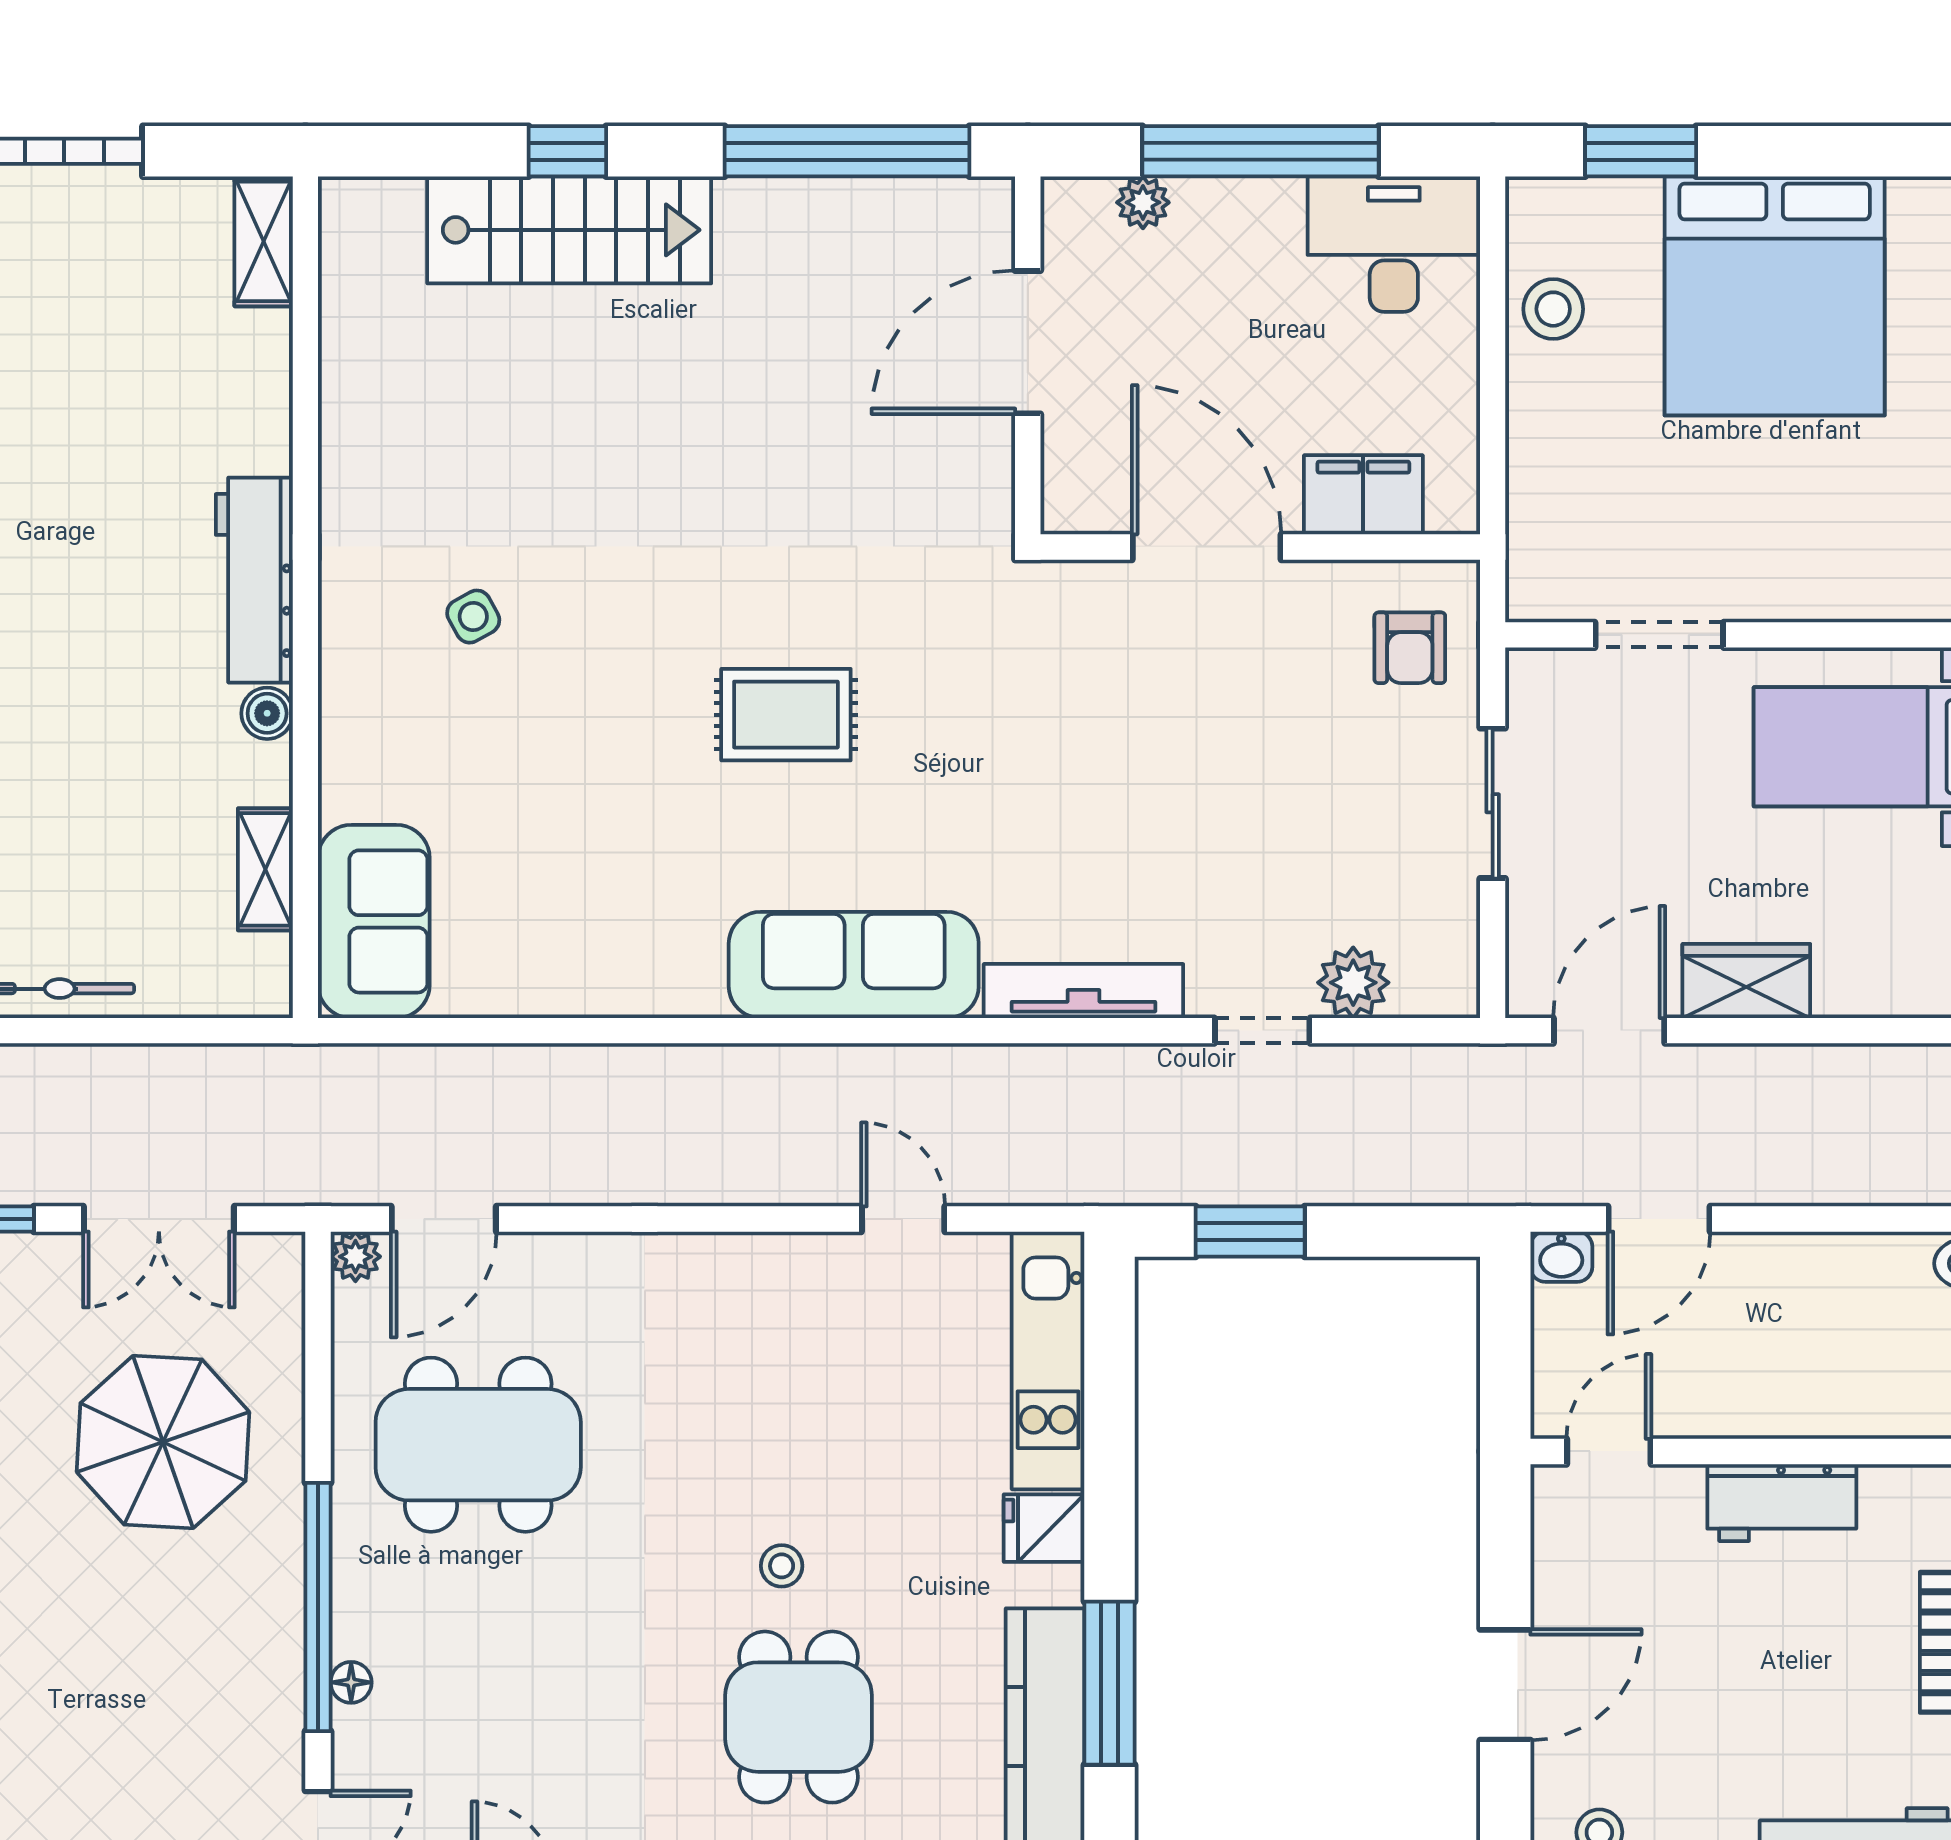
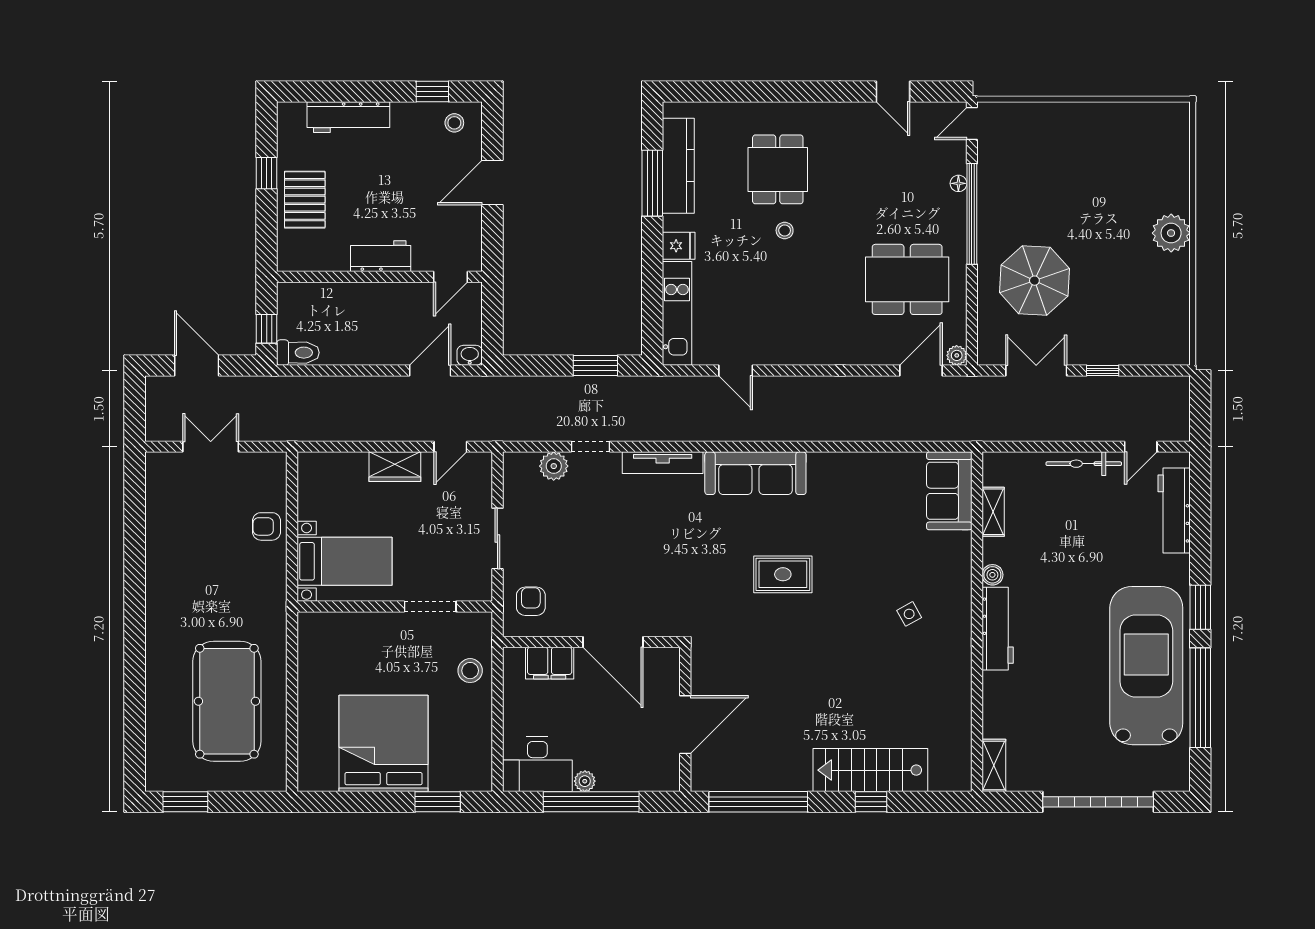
plant: (1143, 202) -> (585, 781), moved
stool: (1553, 309) -> (470, 671), moved
door: (1609, 1031) -> (450, 447), width x0.73

